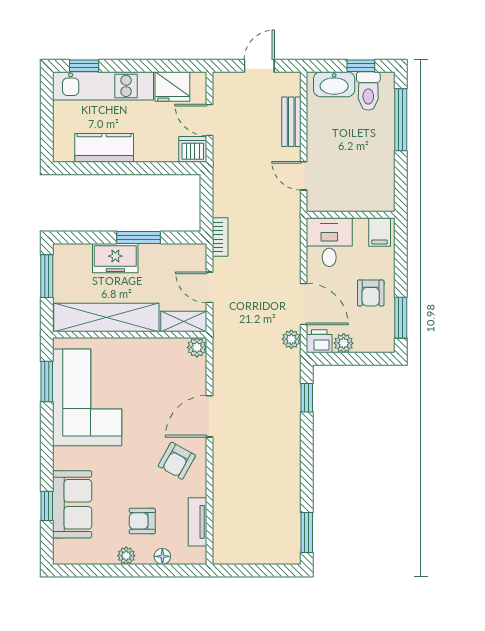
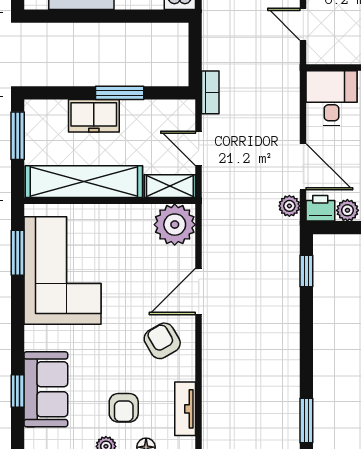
plant: (197, 347) -> (175, 225), width x1.87, depth x1.87
armchair: (177, 461) -> (162, 341), turned 121
armchair: (142, 521) -> (124, 408), turned -90

